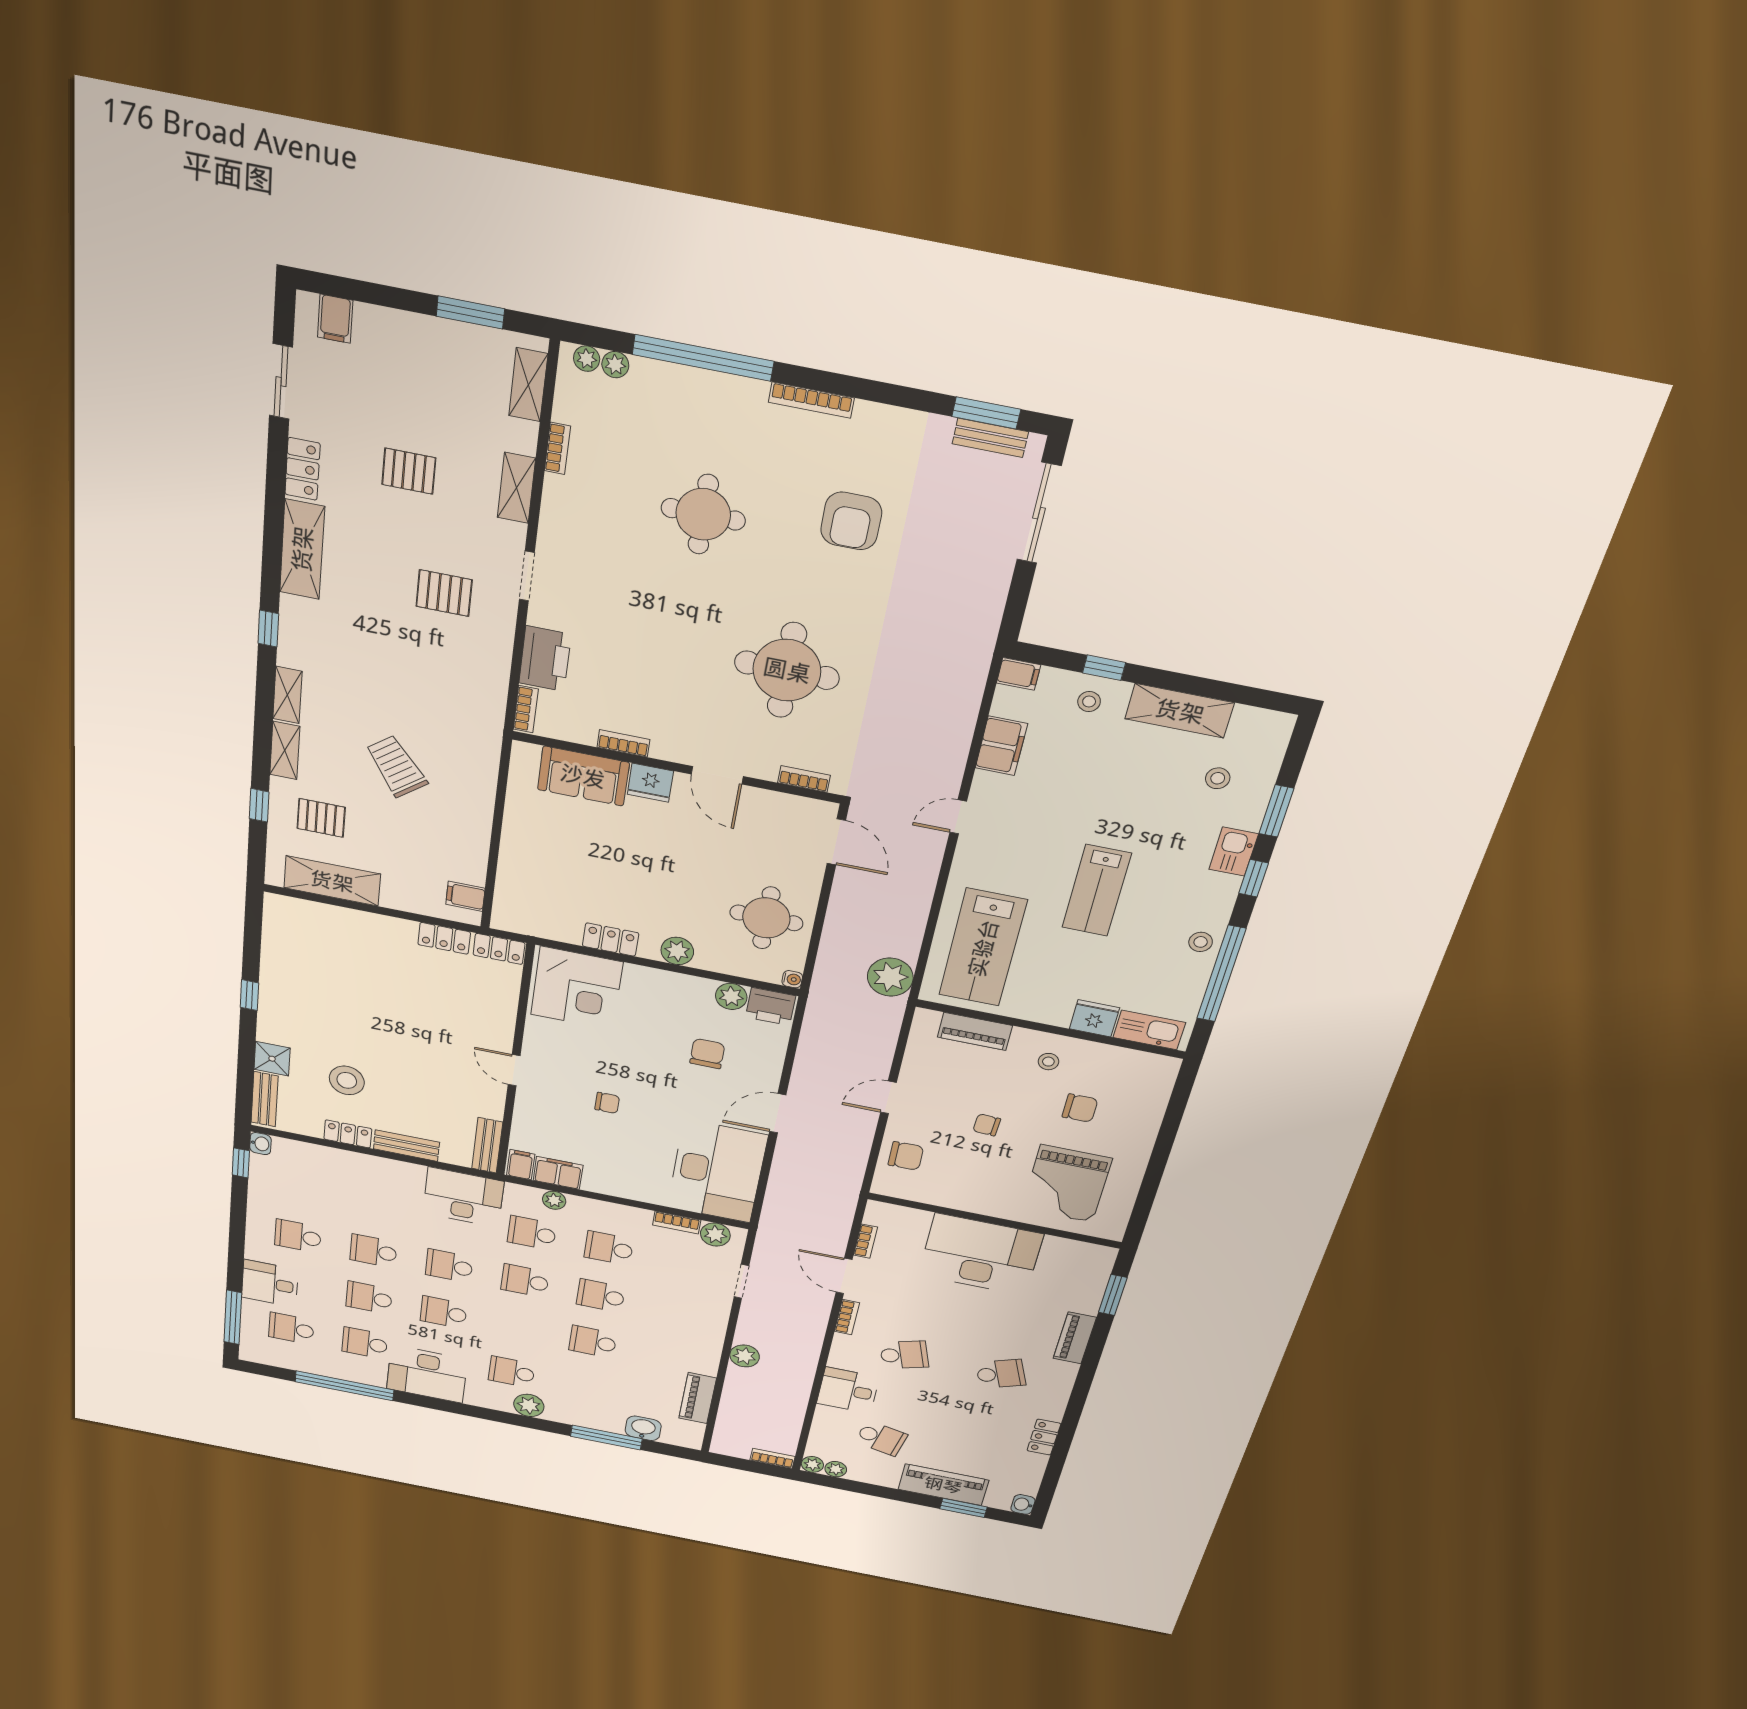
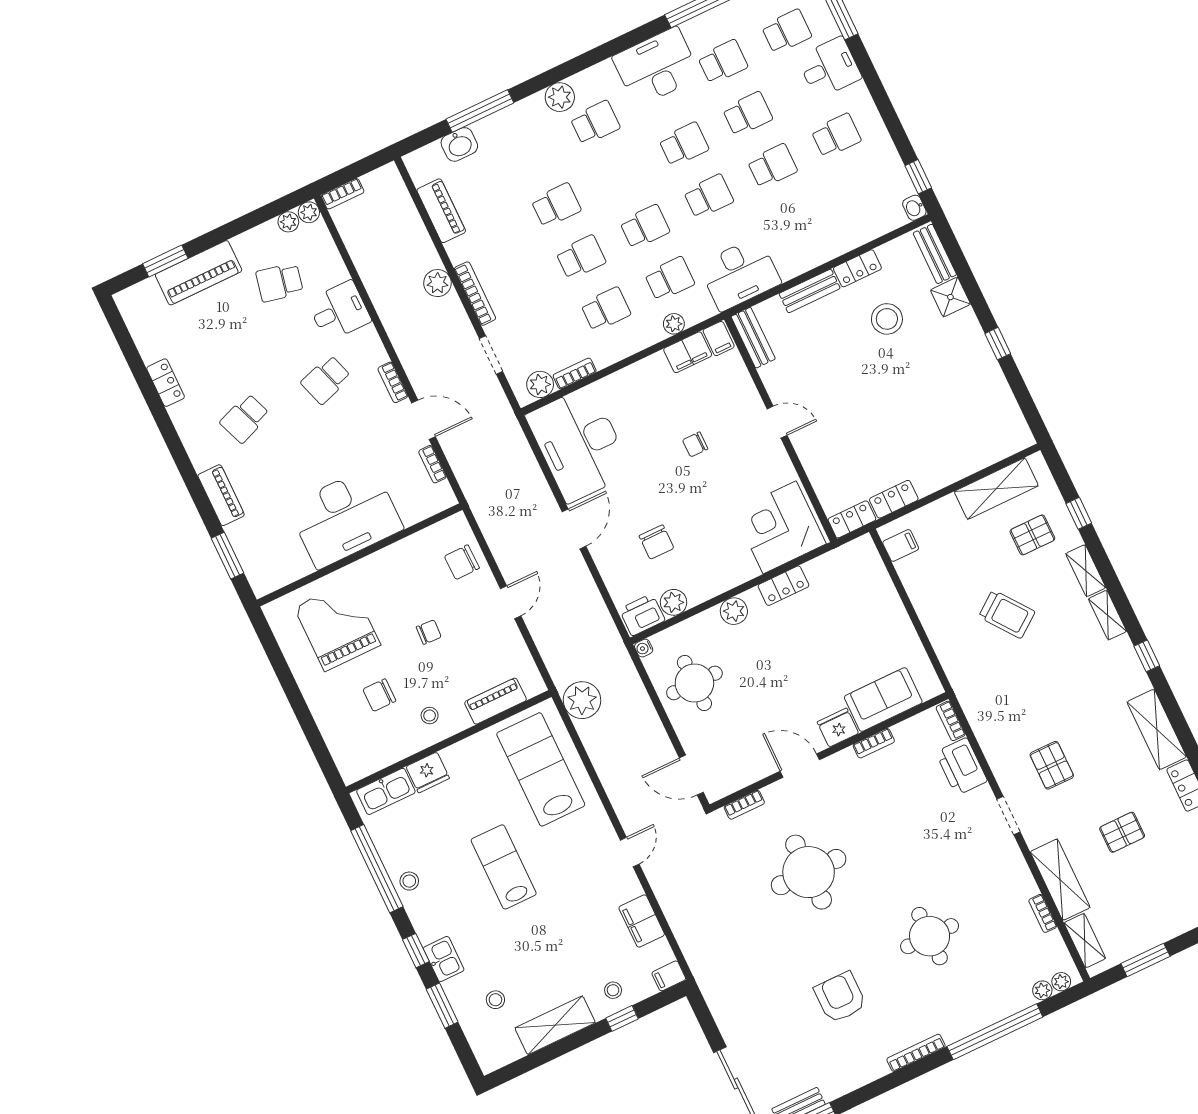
shelving: (516, 488) -> (1060, 880), width x1.50, depth x1.33
pallet: (444, 593) -> (1052, 765), turned 90
bookcase: (718, 1329) -> (475, 294), added
washbasin: (1023, 1504) -> (126, 302), removed

